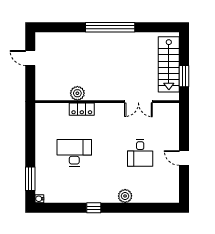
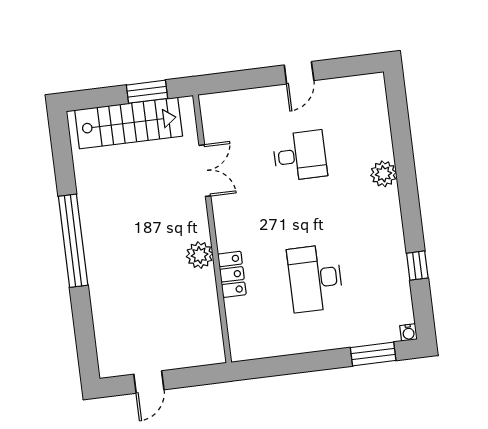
plant: (77, 93) -> (200, 255), moved
window: (94, 208) -> (417, 266), moved

